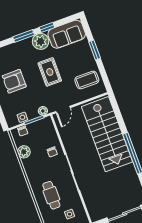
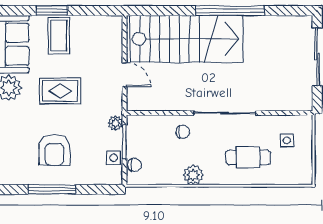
coffee table: (87, 80) -> (59, 36), moved
door: (63, 110) -> (125, 75), moved
plant: (24, 152) -> (193, 175), moved

